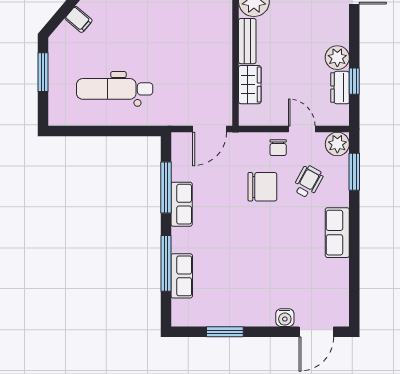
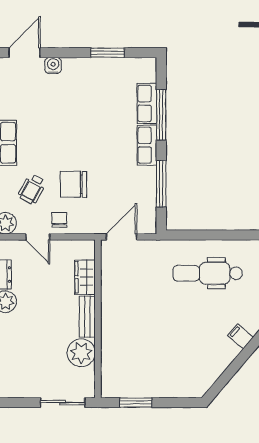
dental chair: (115, 89) -> (208, 273), turned 180
row of seats: (182, 204) -> (147, 145), moved

